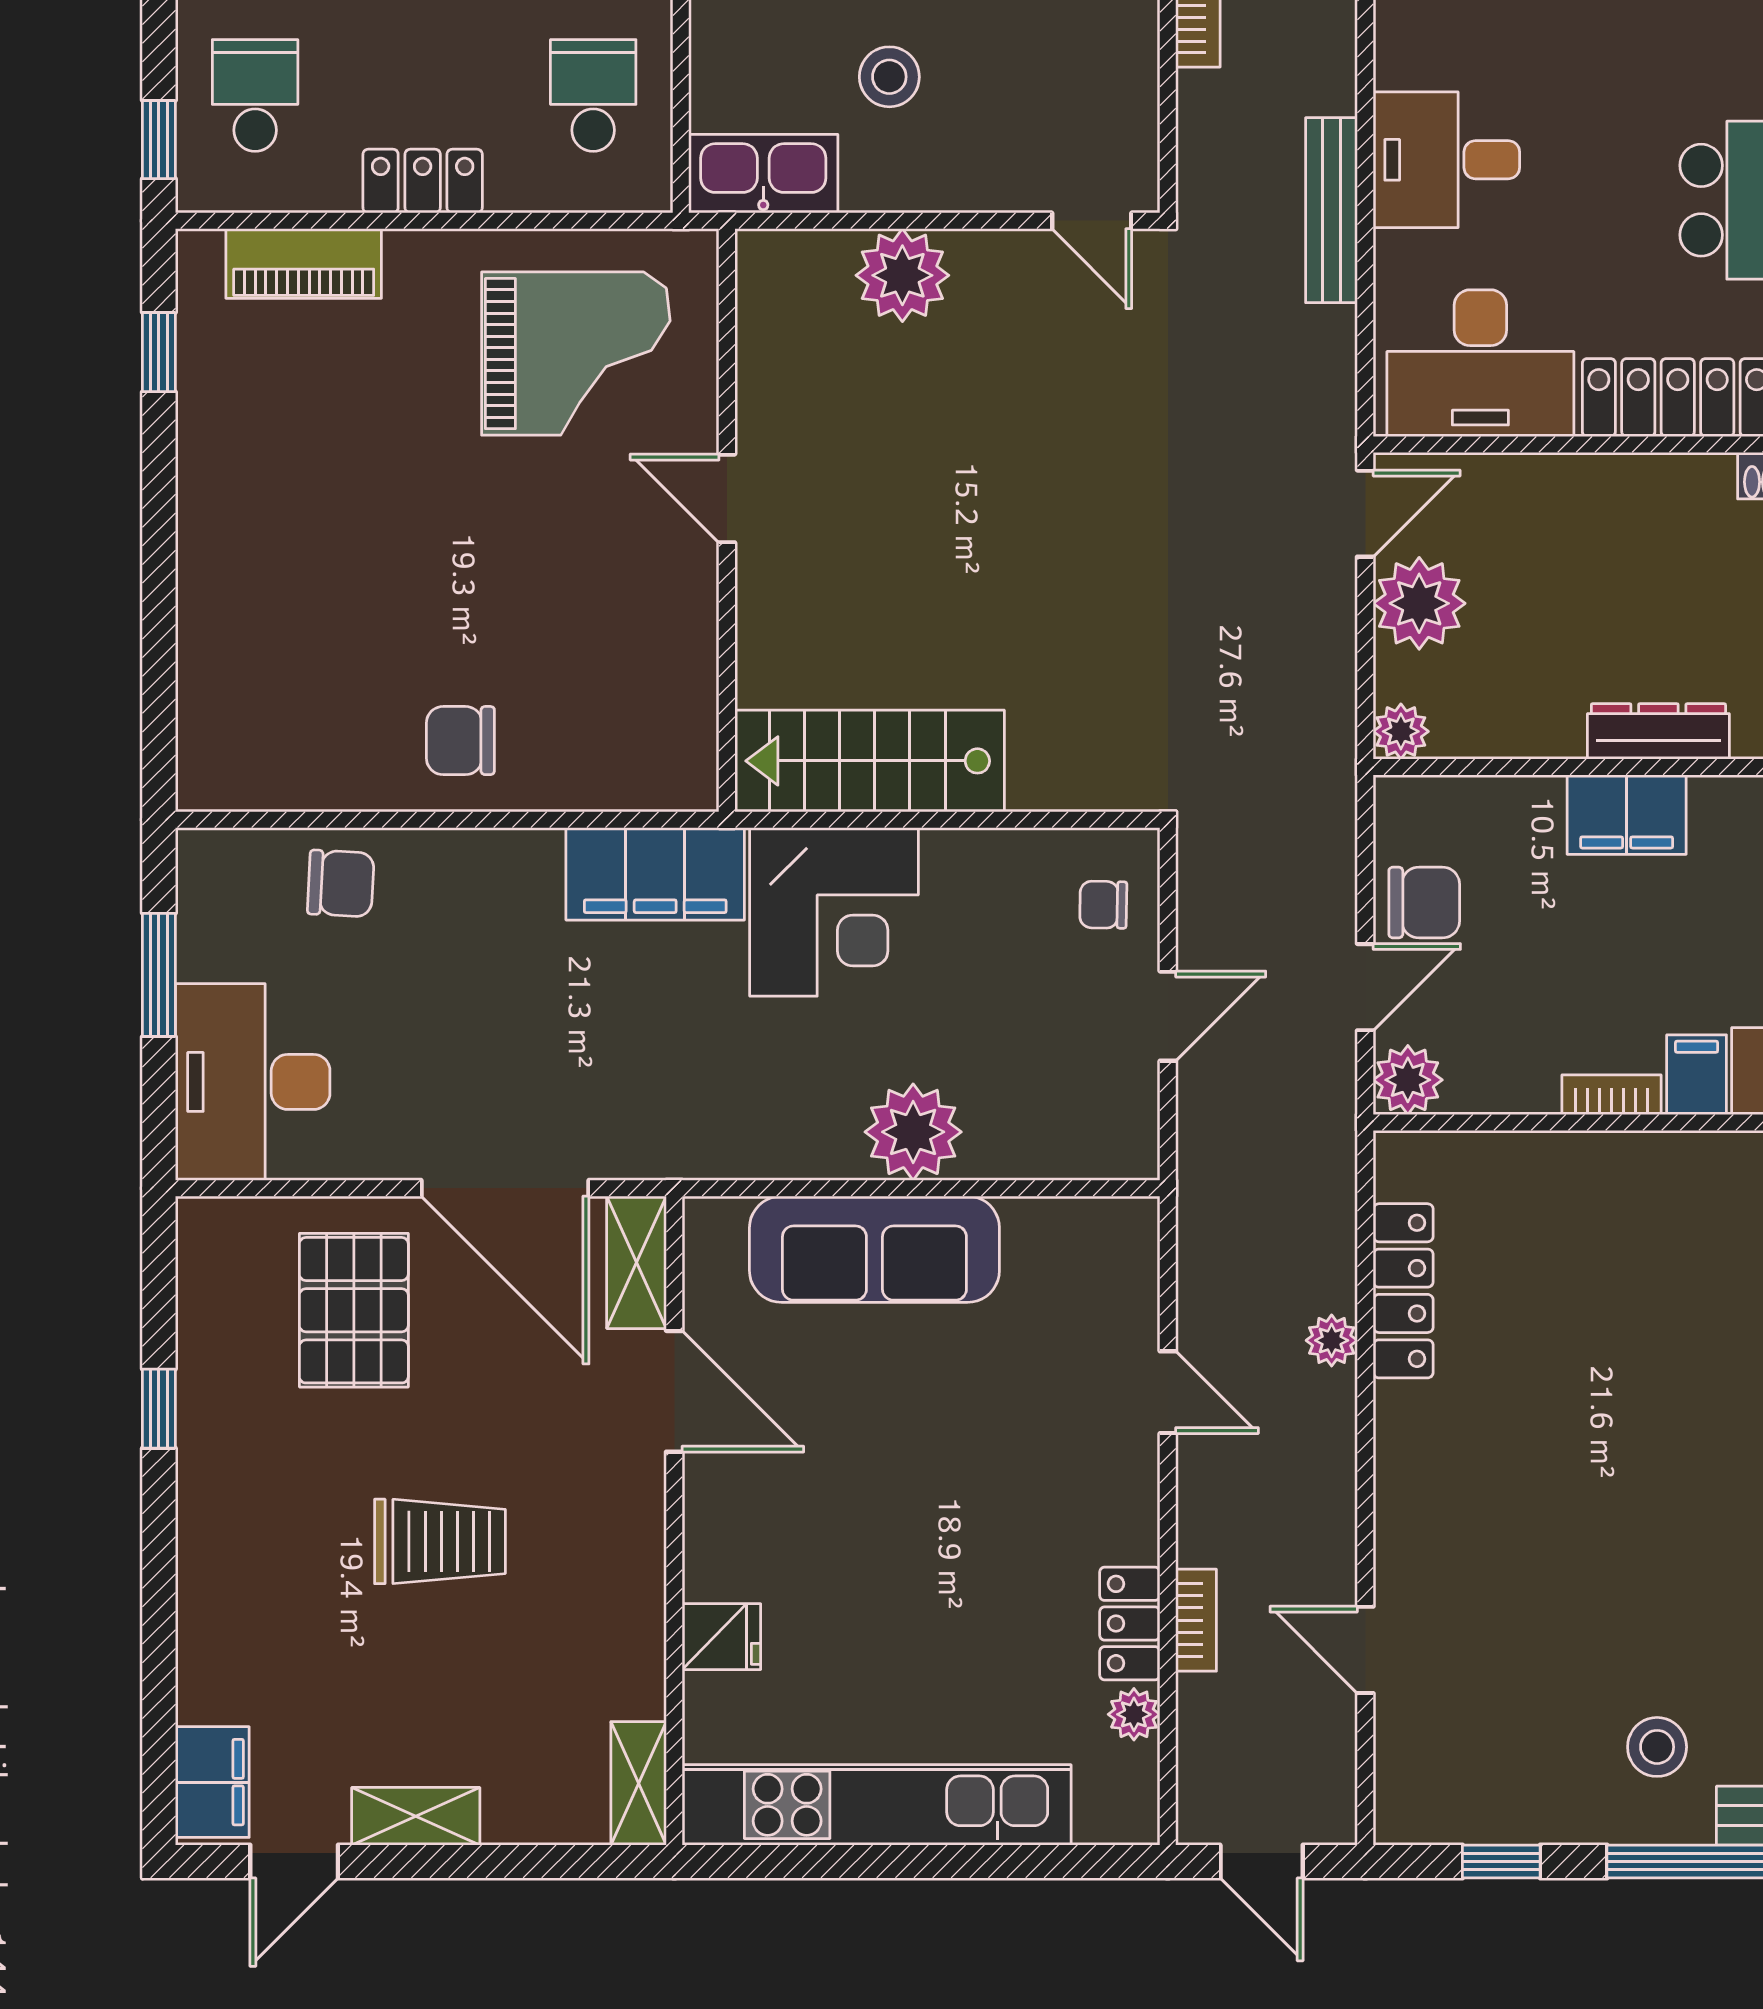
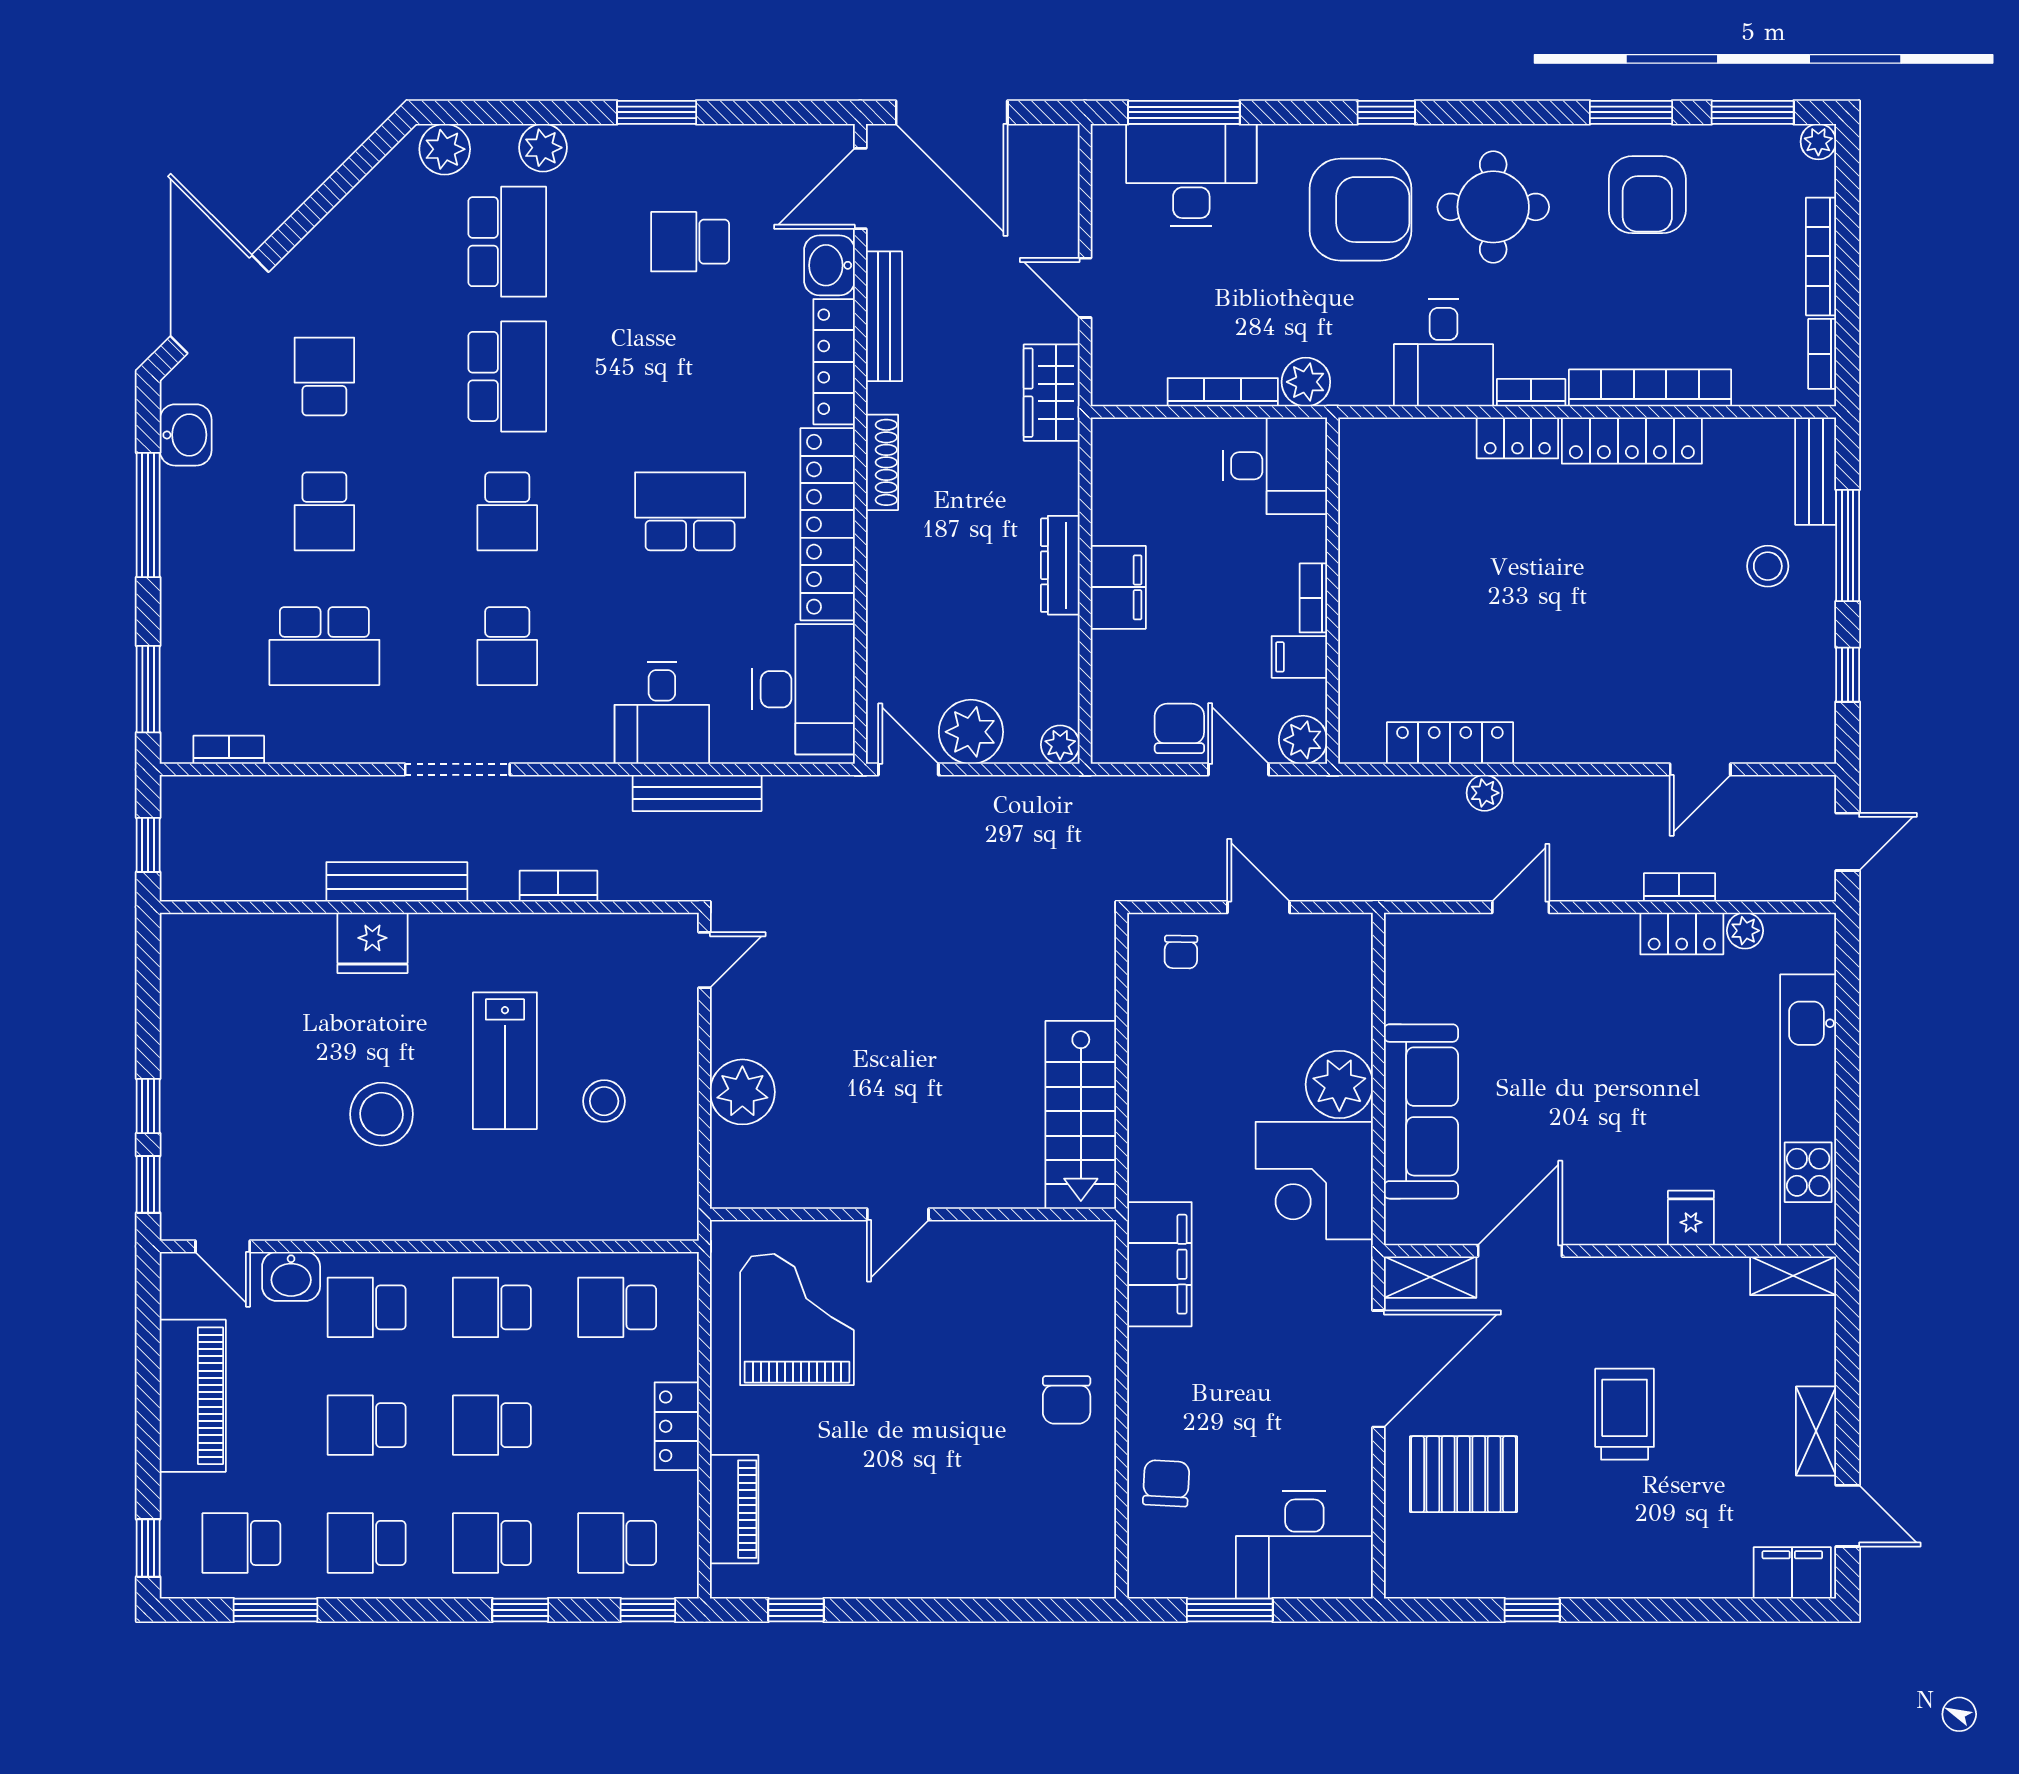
kitchen sink: (763, 174) -> (672, 1189), removed
corner desk: (834, 912) -> (1314, 1181), moved, turned 180
filing cabinet: (1697, 1075) -> (1299, 657), moved

